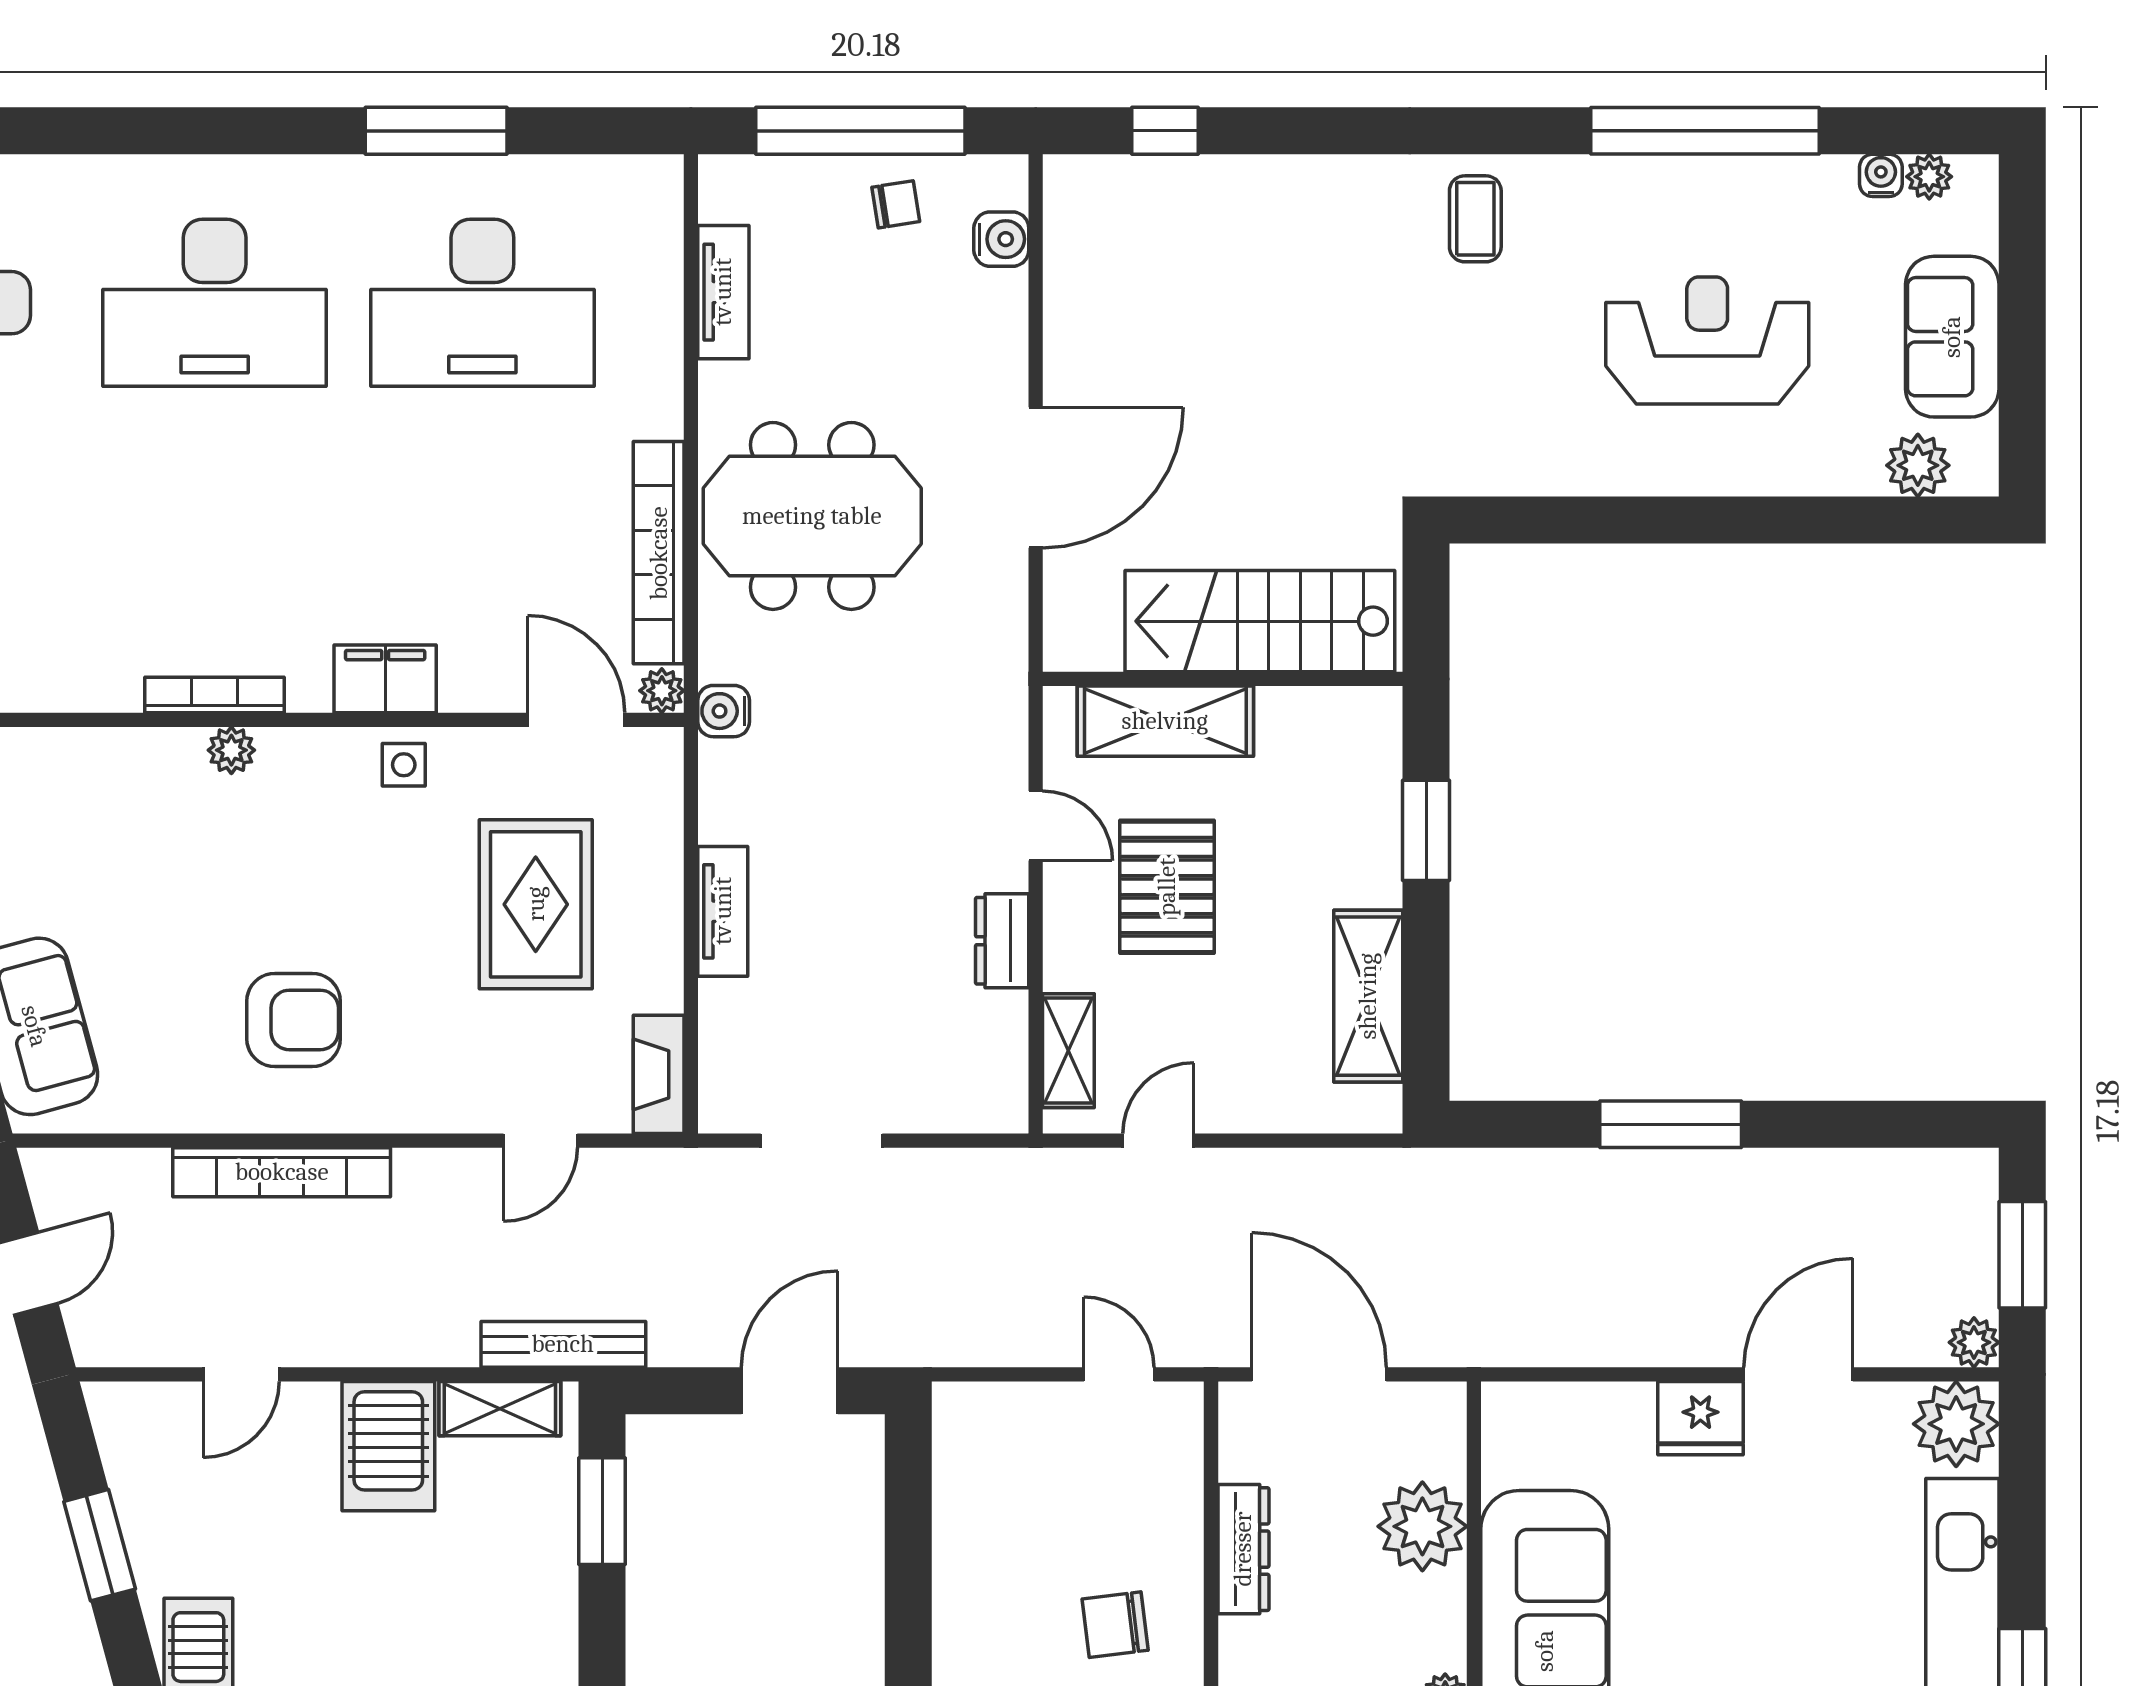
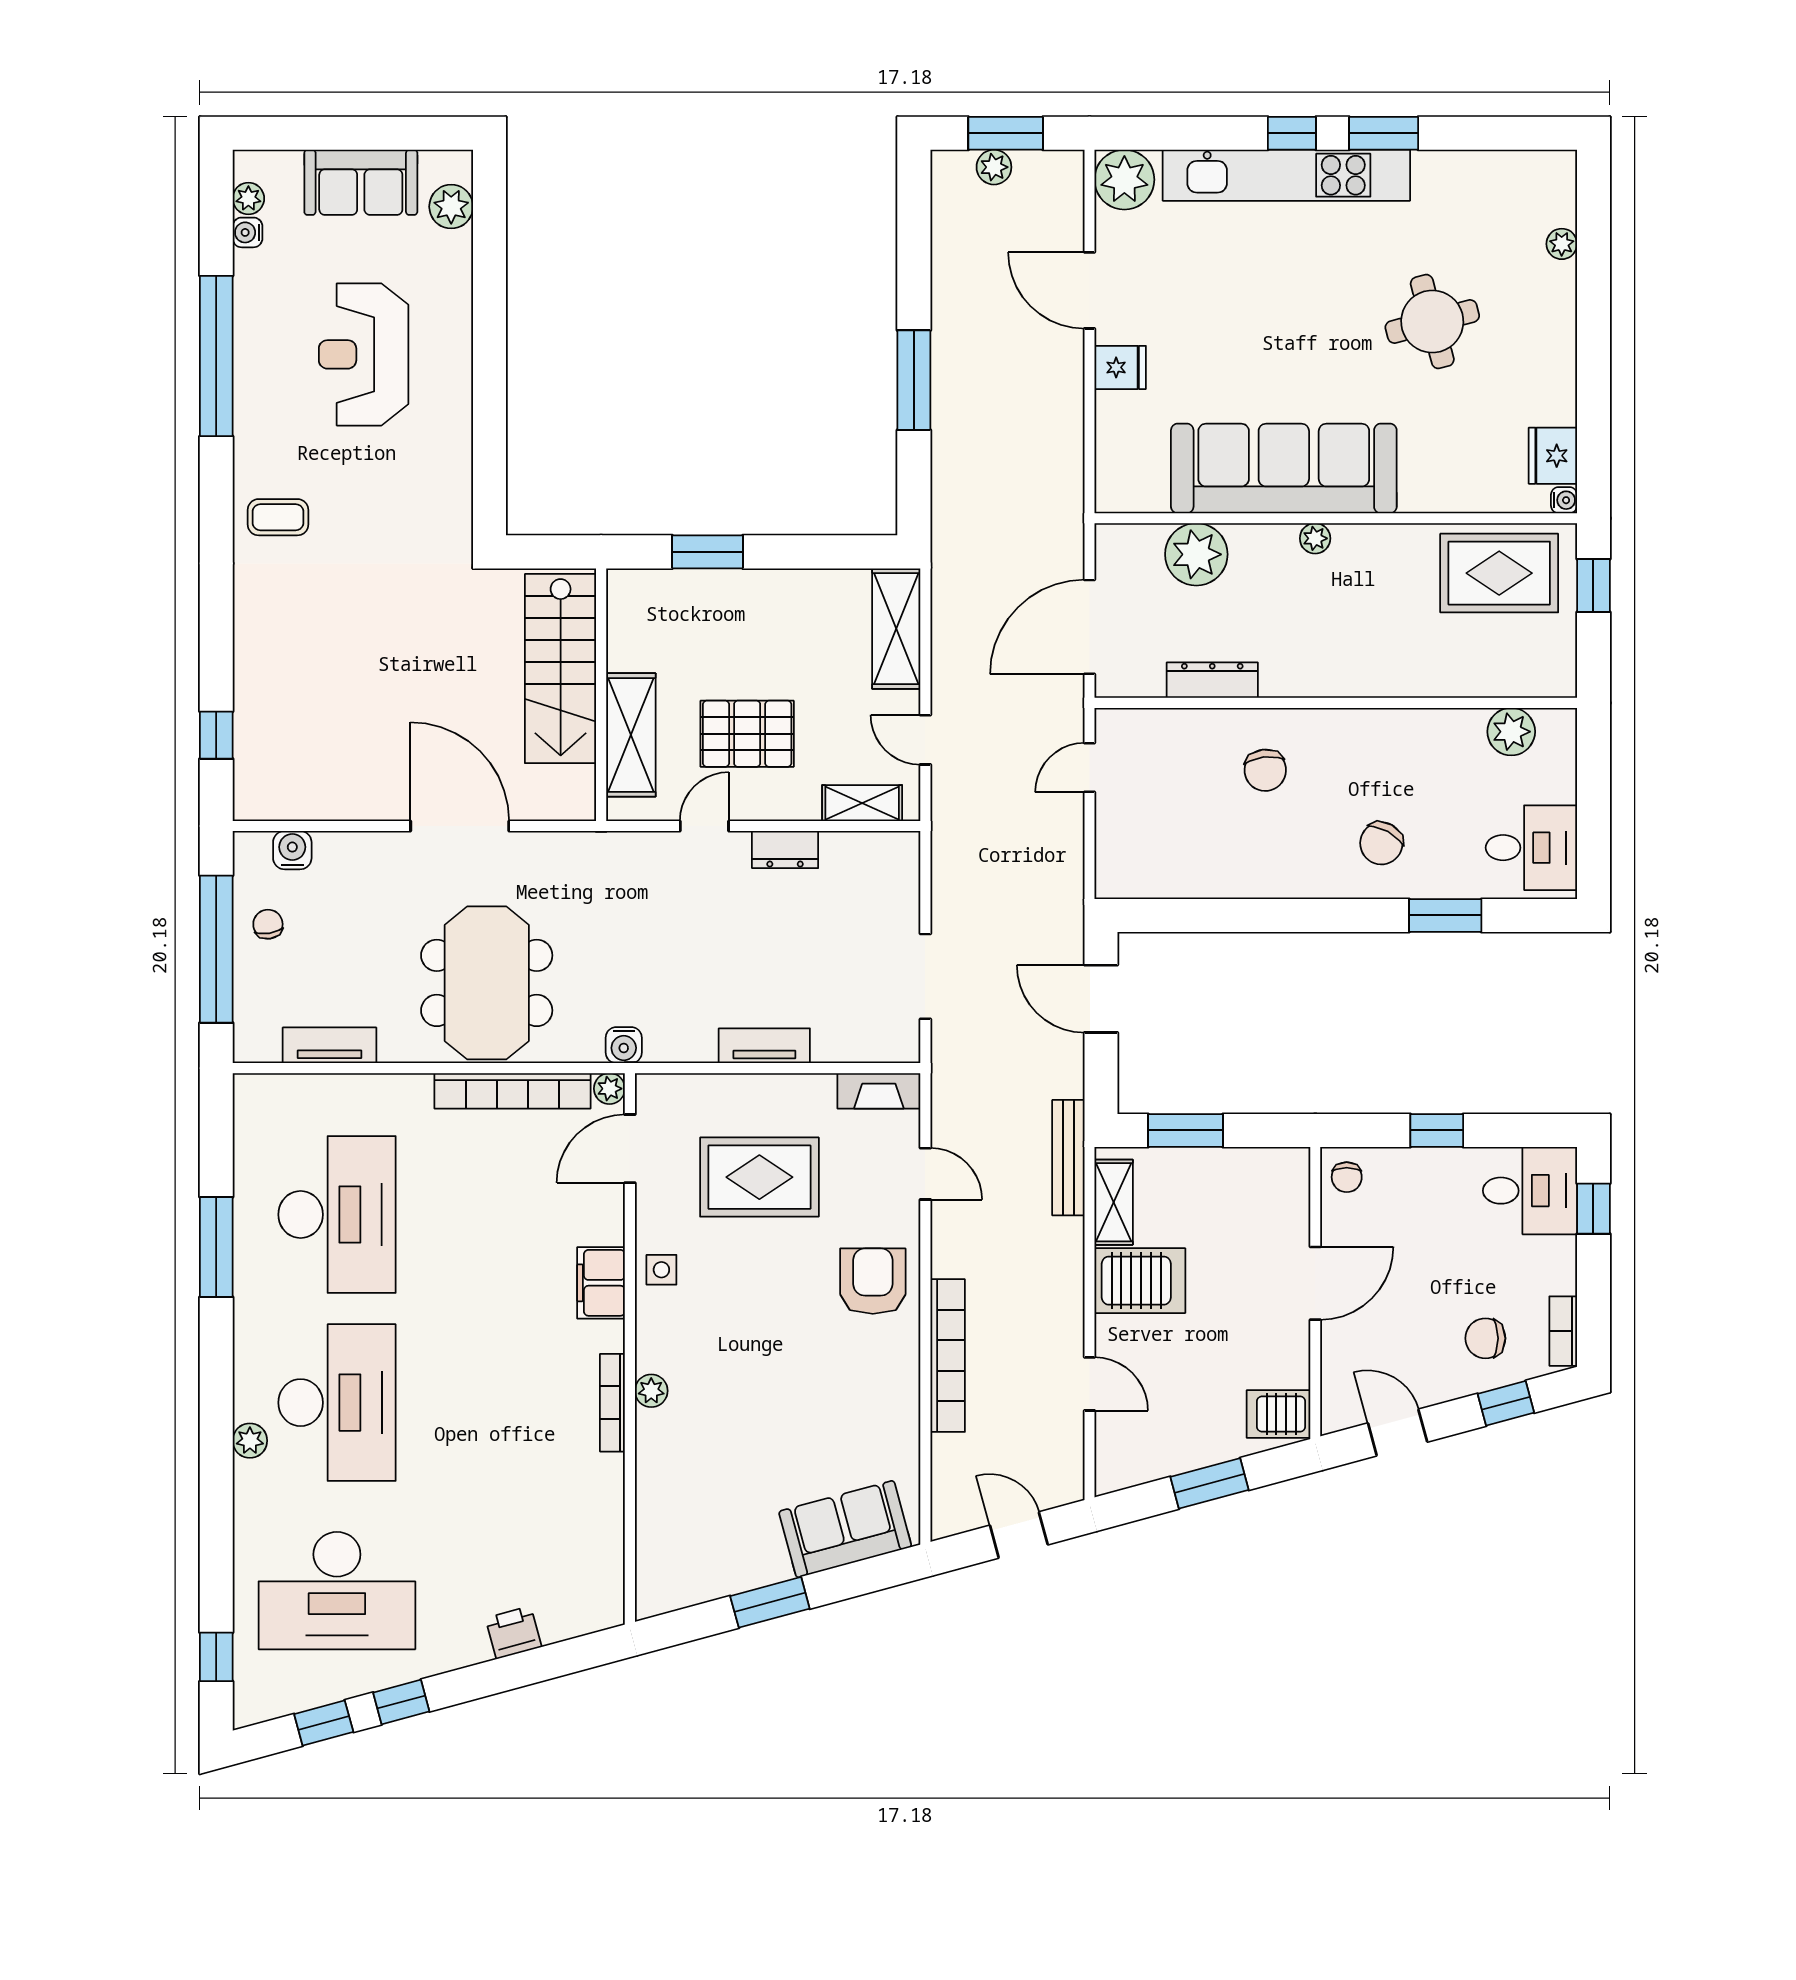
plant: (160, 179) -> (250, 1441), added
shelving: (1368, 996) -> (896, 629), moved, turned 90
armchair: (294, 1020) -> (873, 1281), moved
plant: (1974, 1342) -> (994, 167), moved
fridge: (1700, 1418) -> (1120, 367), width x0.72

